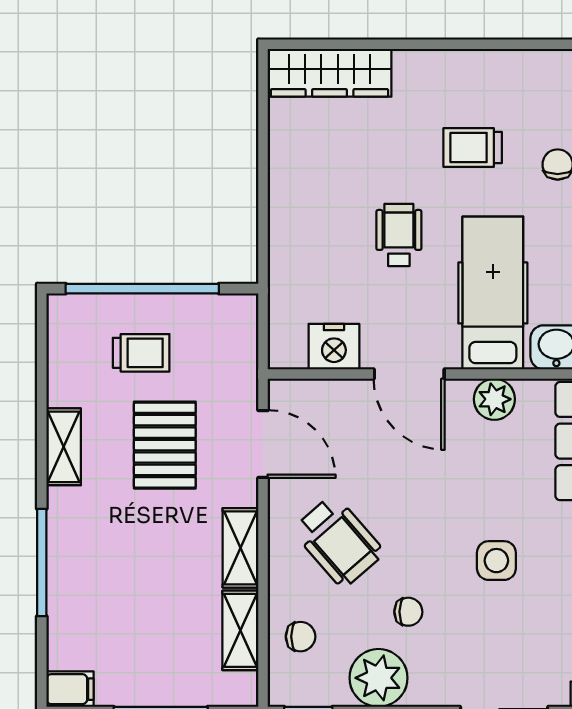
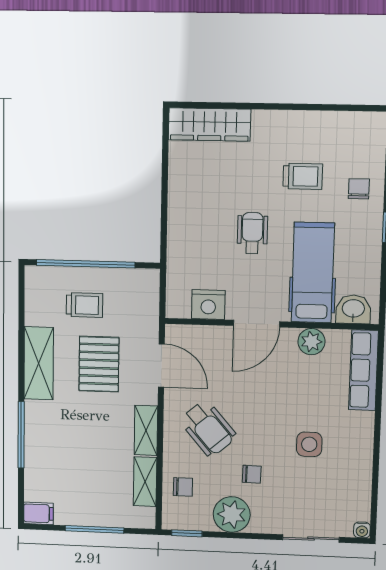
trolley: (473, 148) -> (303, 176), turned 180
door: (409, 374) -> (257, 324), hinge flipped
shelving: (64, 447) -> (39, 363), width x1.50, depth x1.33

